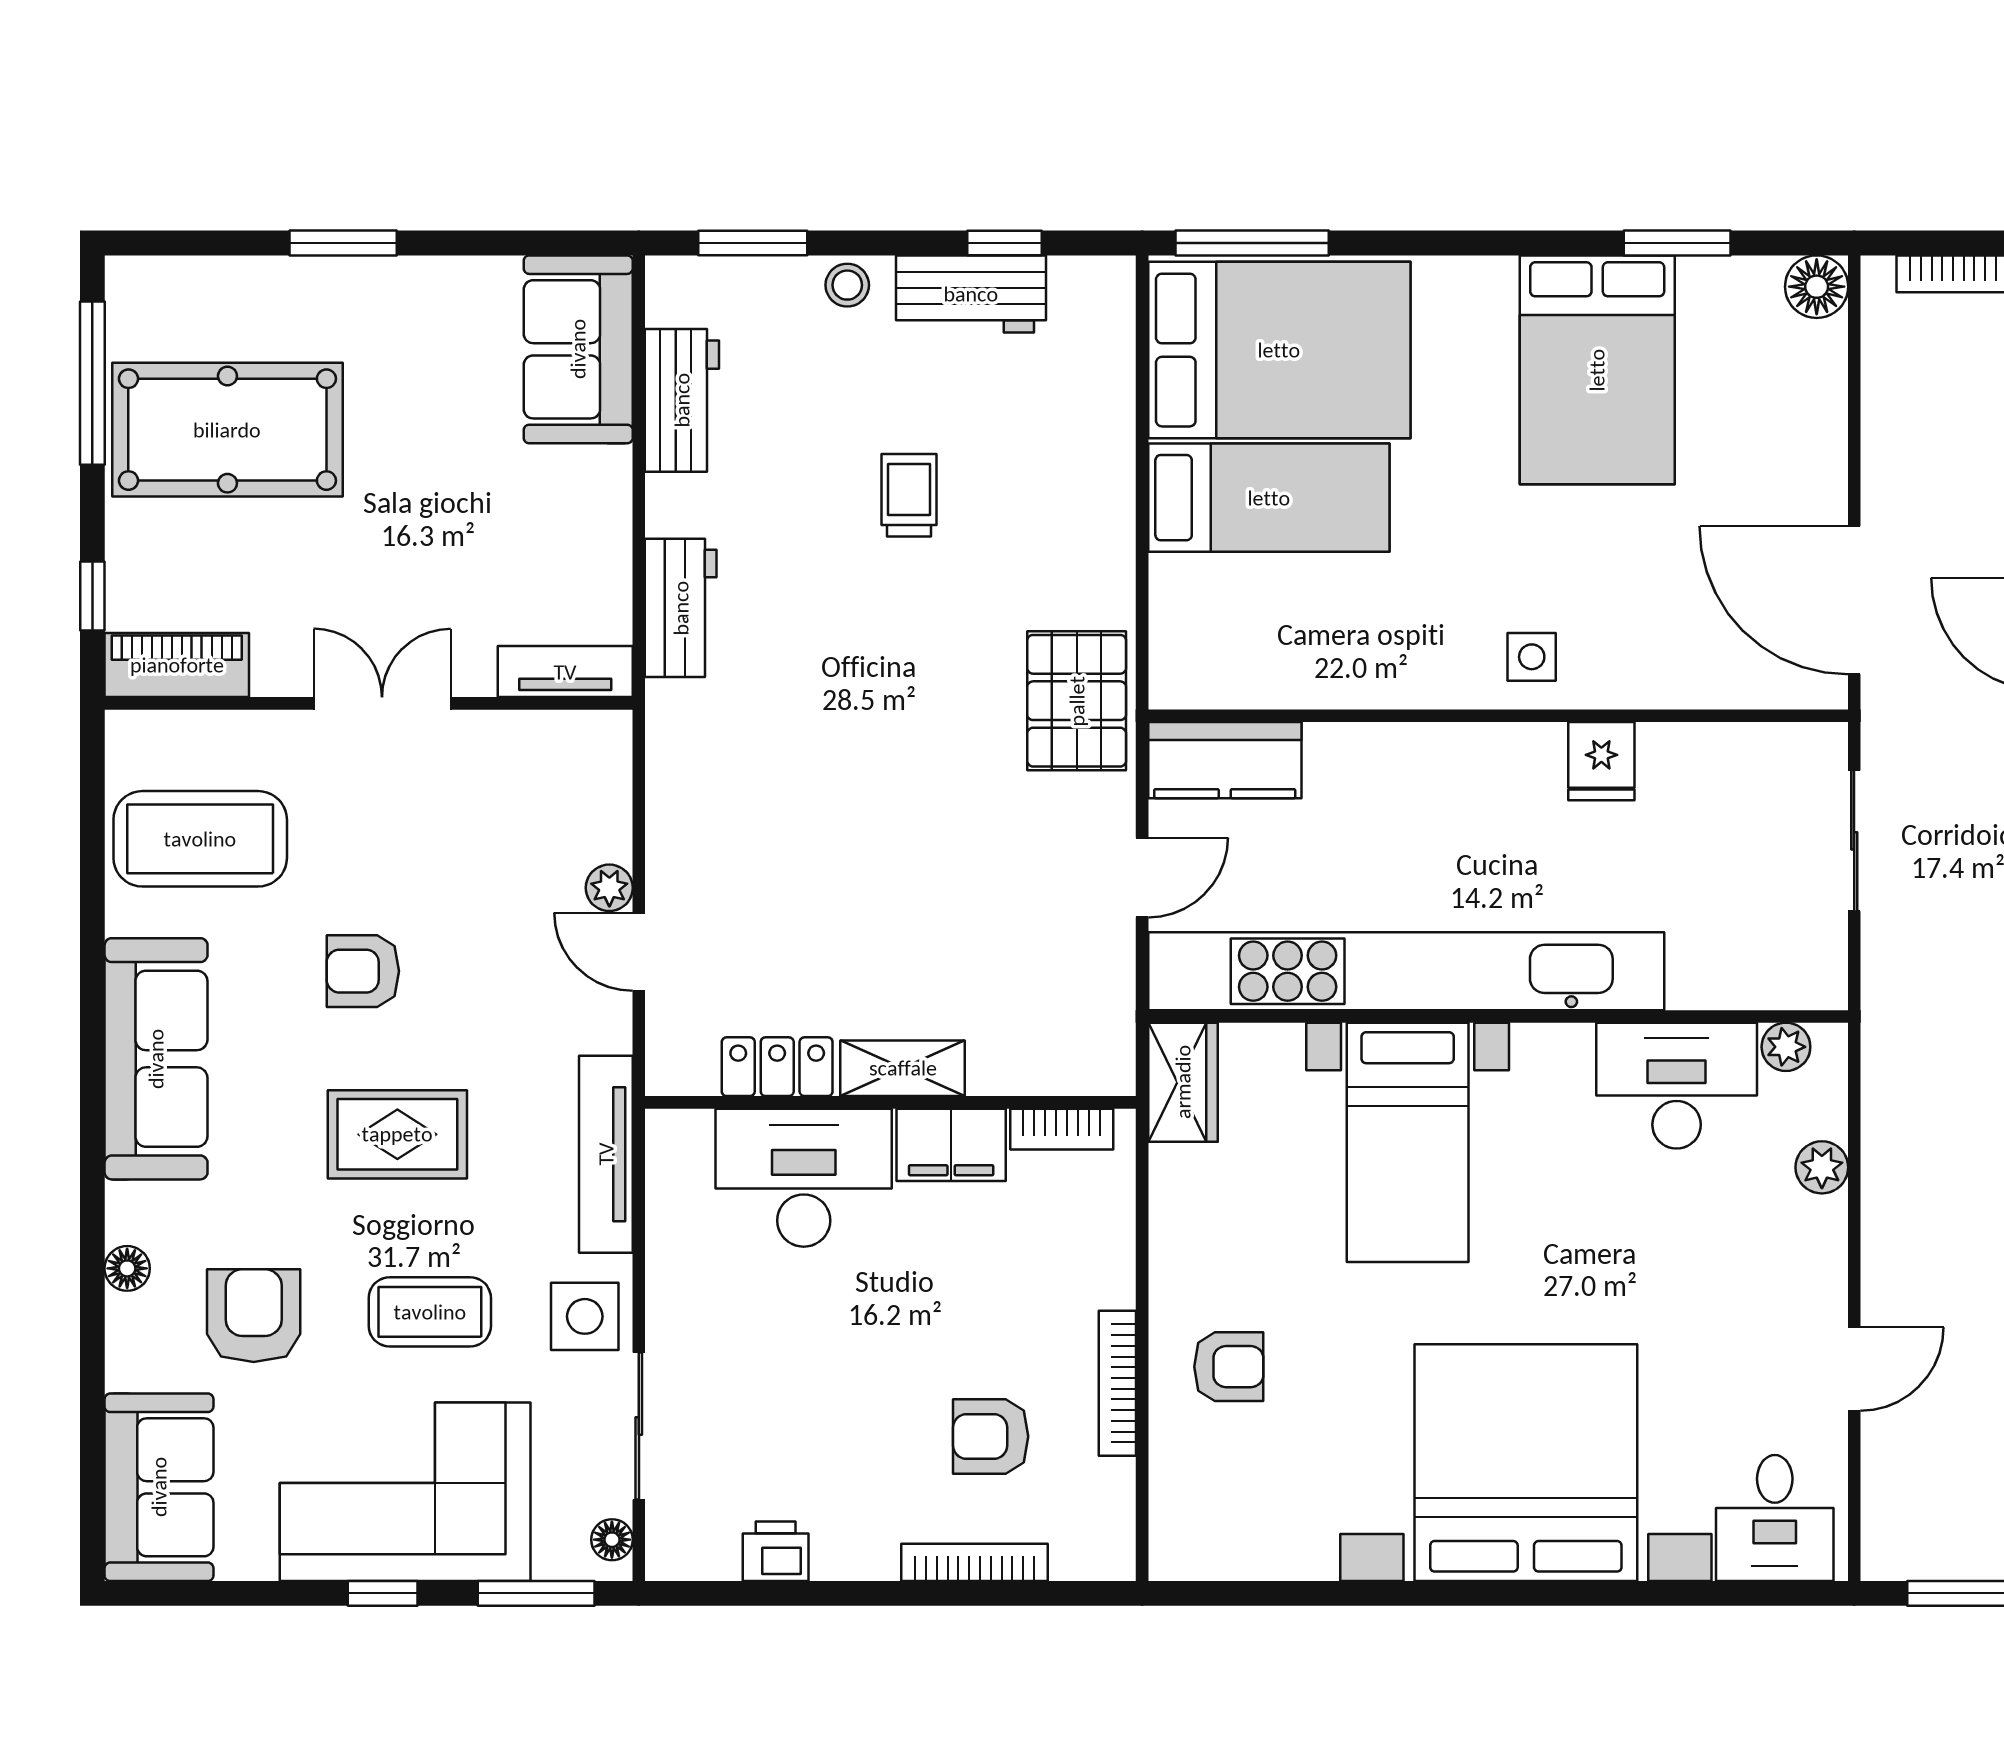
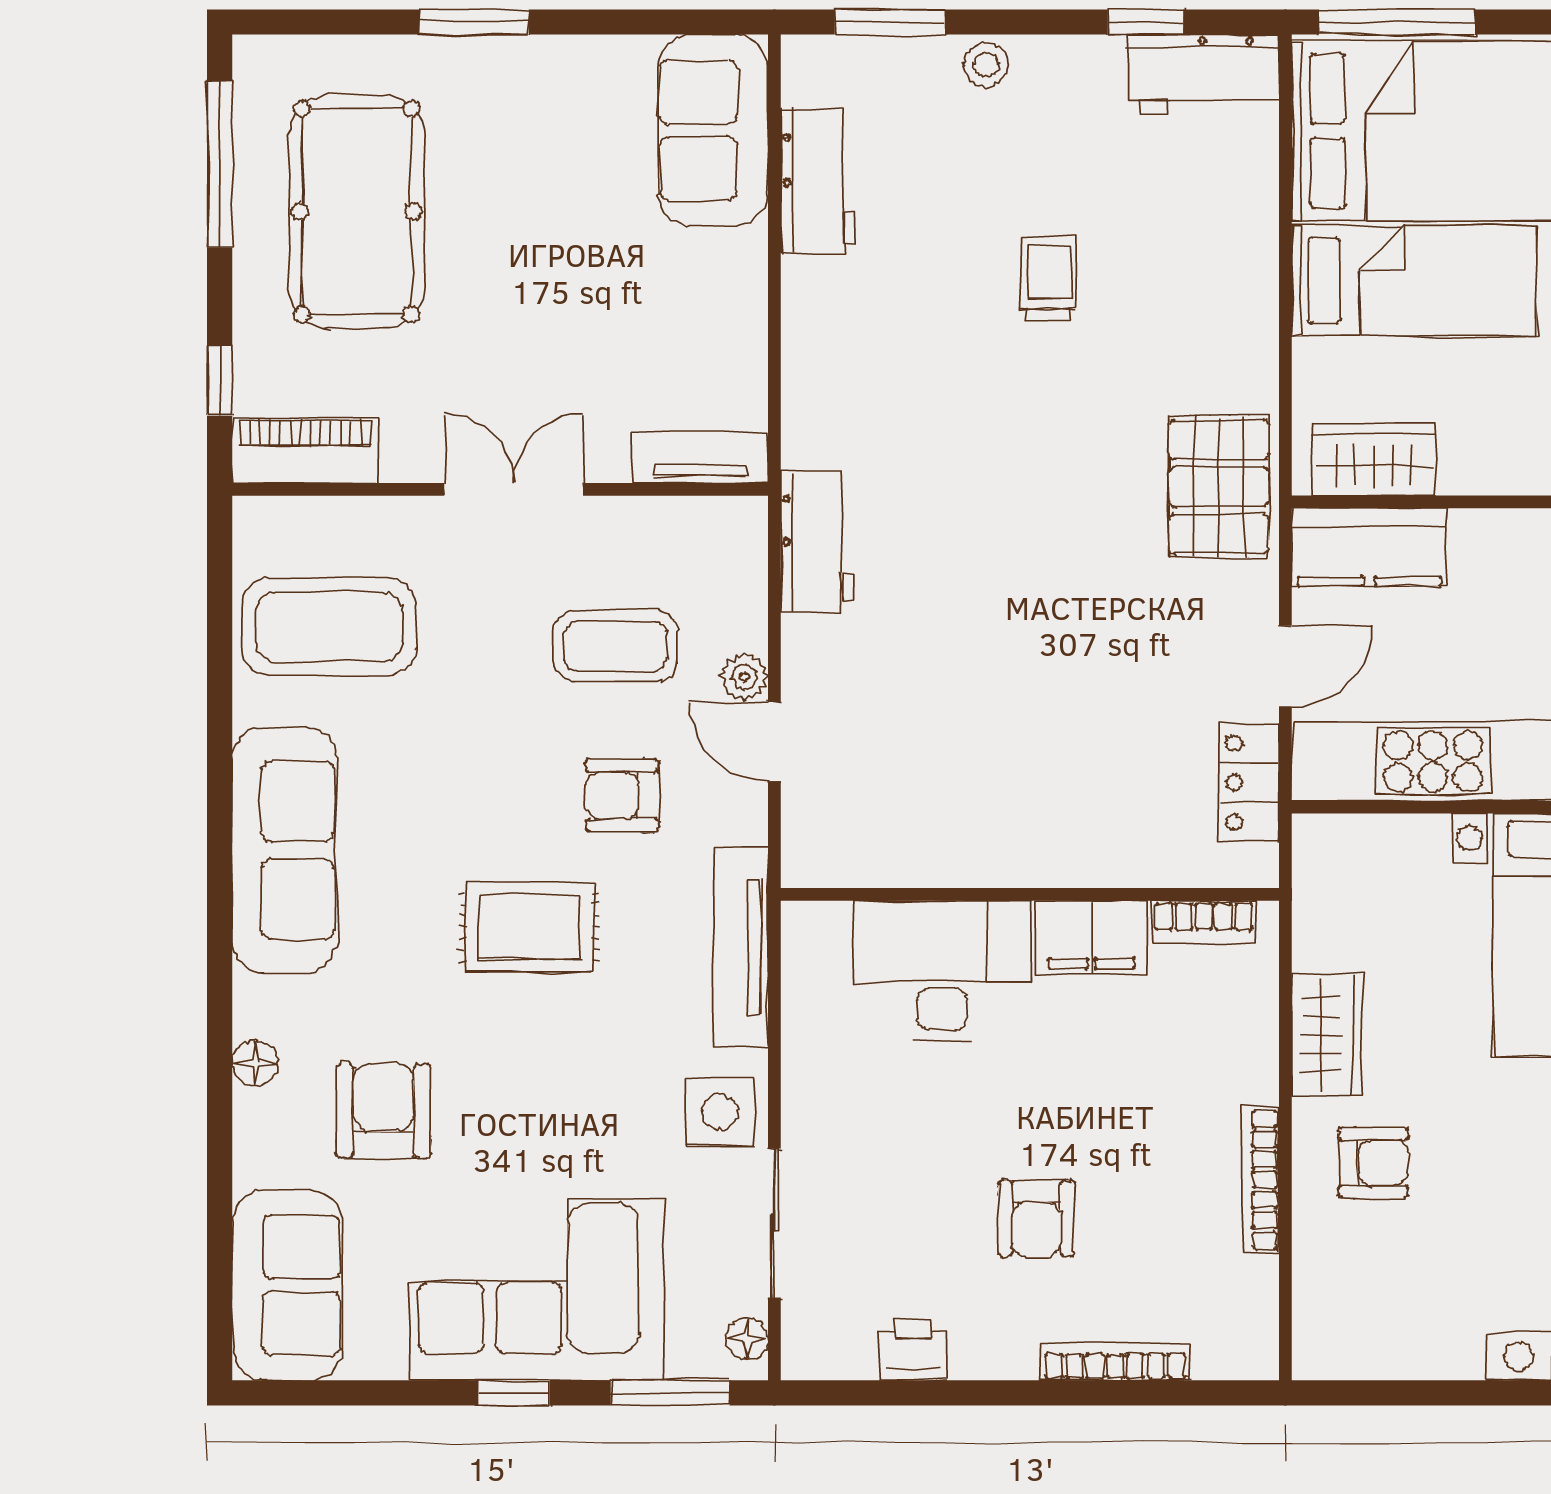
workbench: (971, 294) -> (1203, 74), moved
pool table: (227, 430) -> (357, 212), turned 90
workbench: (681, 608) -> (817, 542), moved
wardrobe: (1229, 674) -> (1374, 460), added
armchair: (363, 971) -> (622, 796), moved
locker: (777, 1067) -> (1249, 783), moved, turned -90
shelving: (903, 1068) -> (1042, 860), removed
wardrobe: (1183, 1082) -> (1327, 1035), moved
coffee table: (430, 1312) -> (615, 646), moved
armchair: (991, 1436) -> (1036, 1219), moved, turned -90

